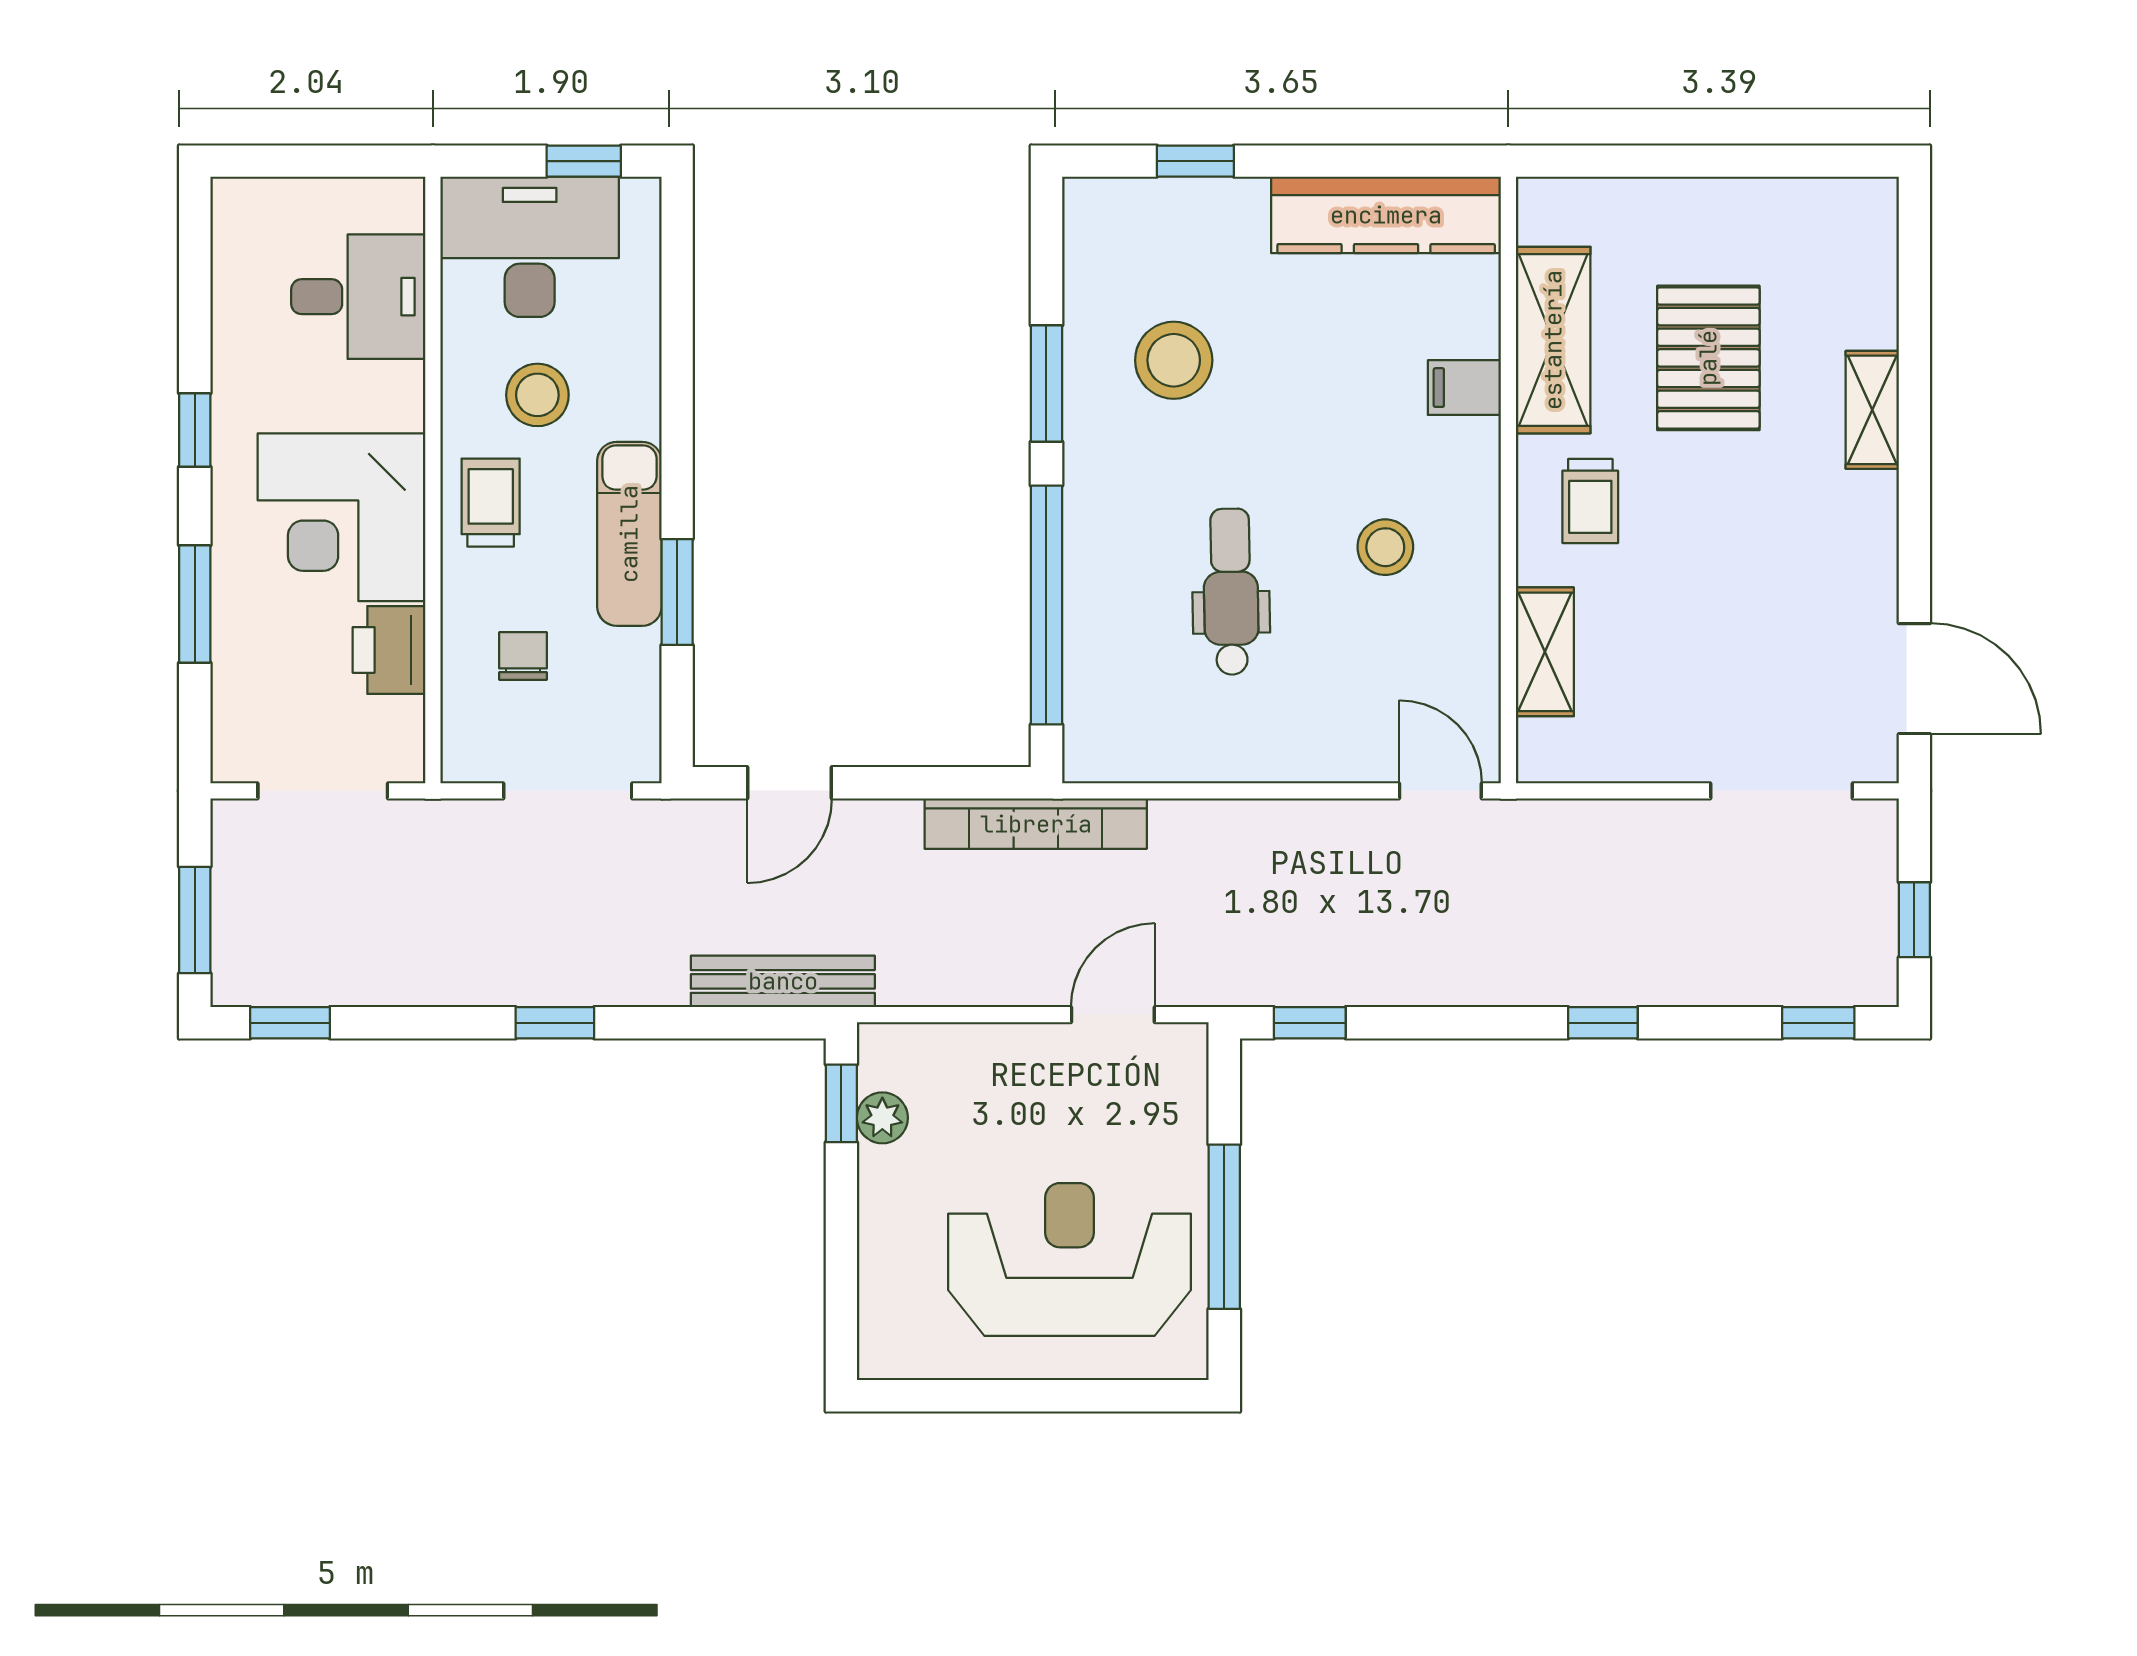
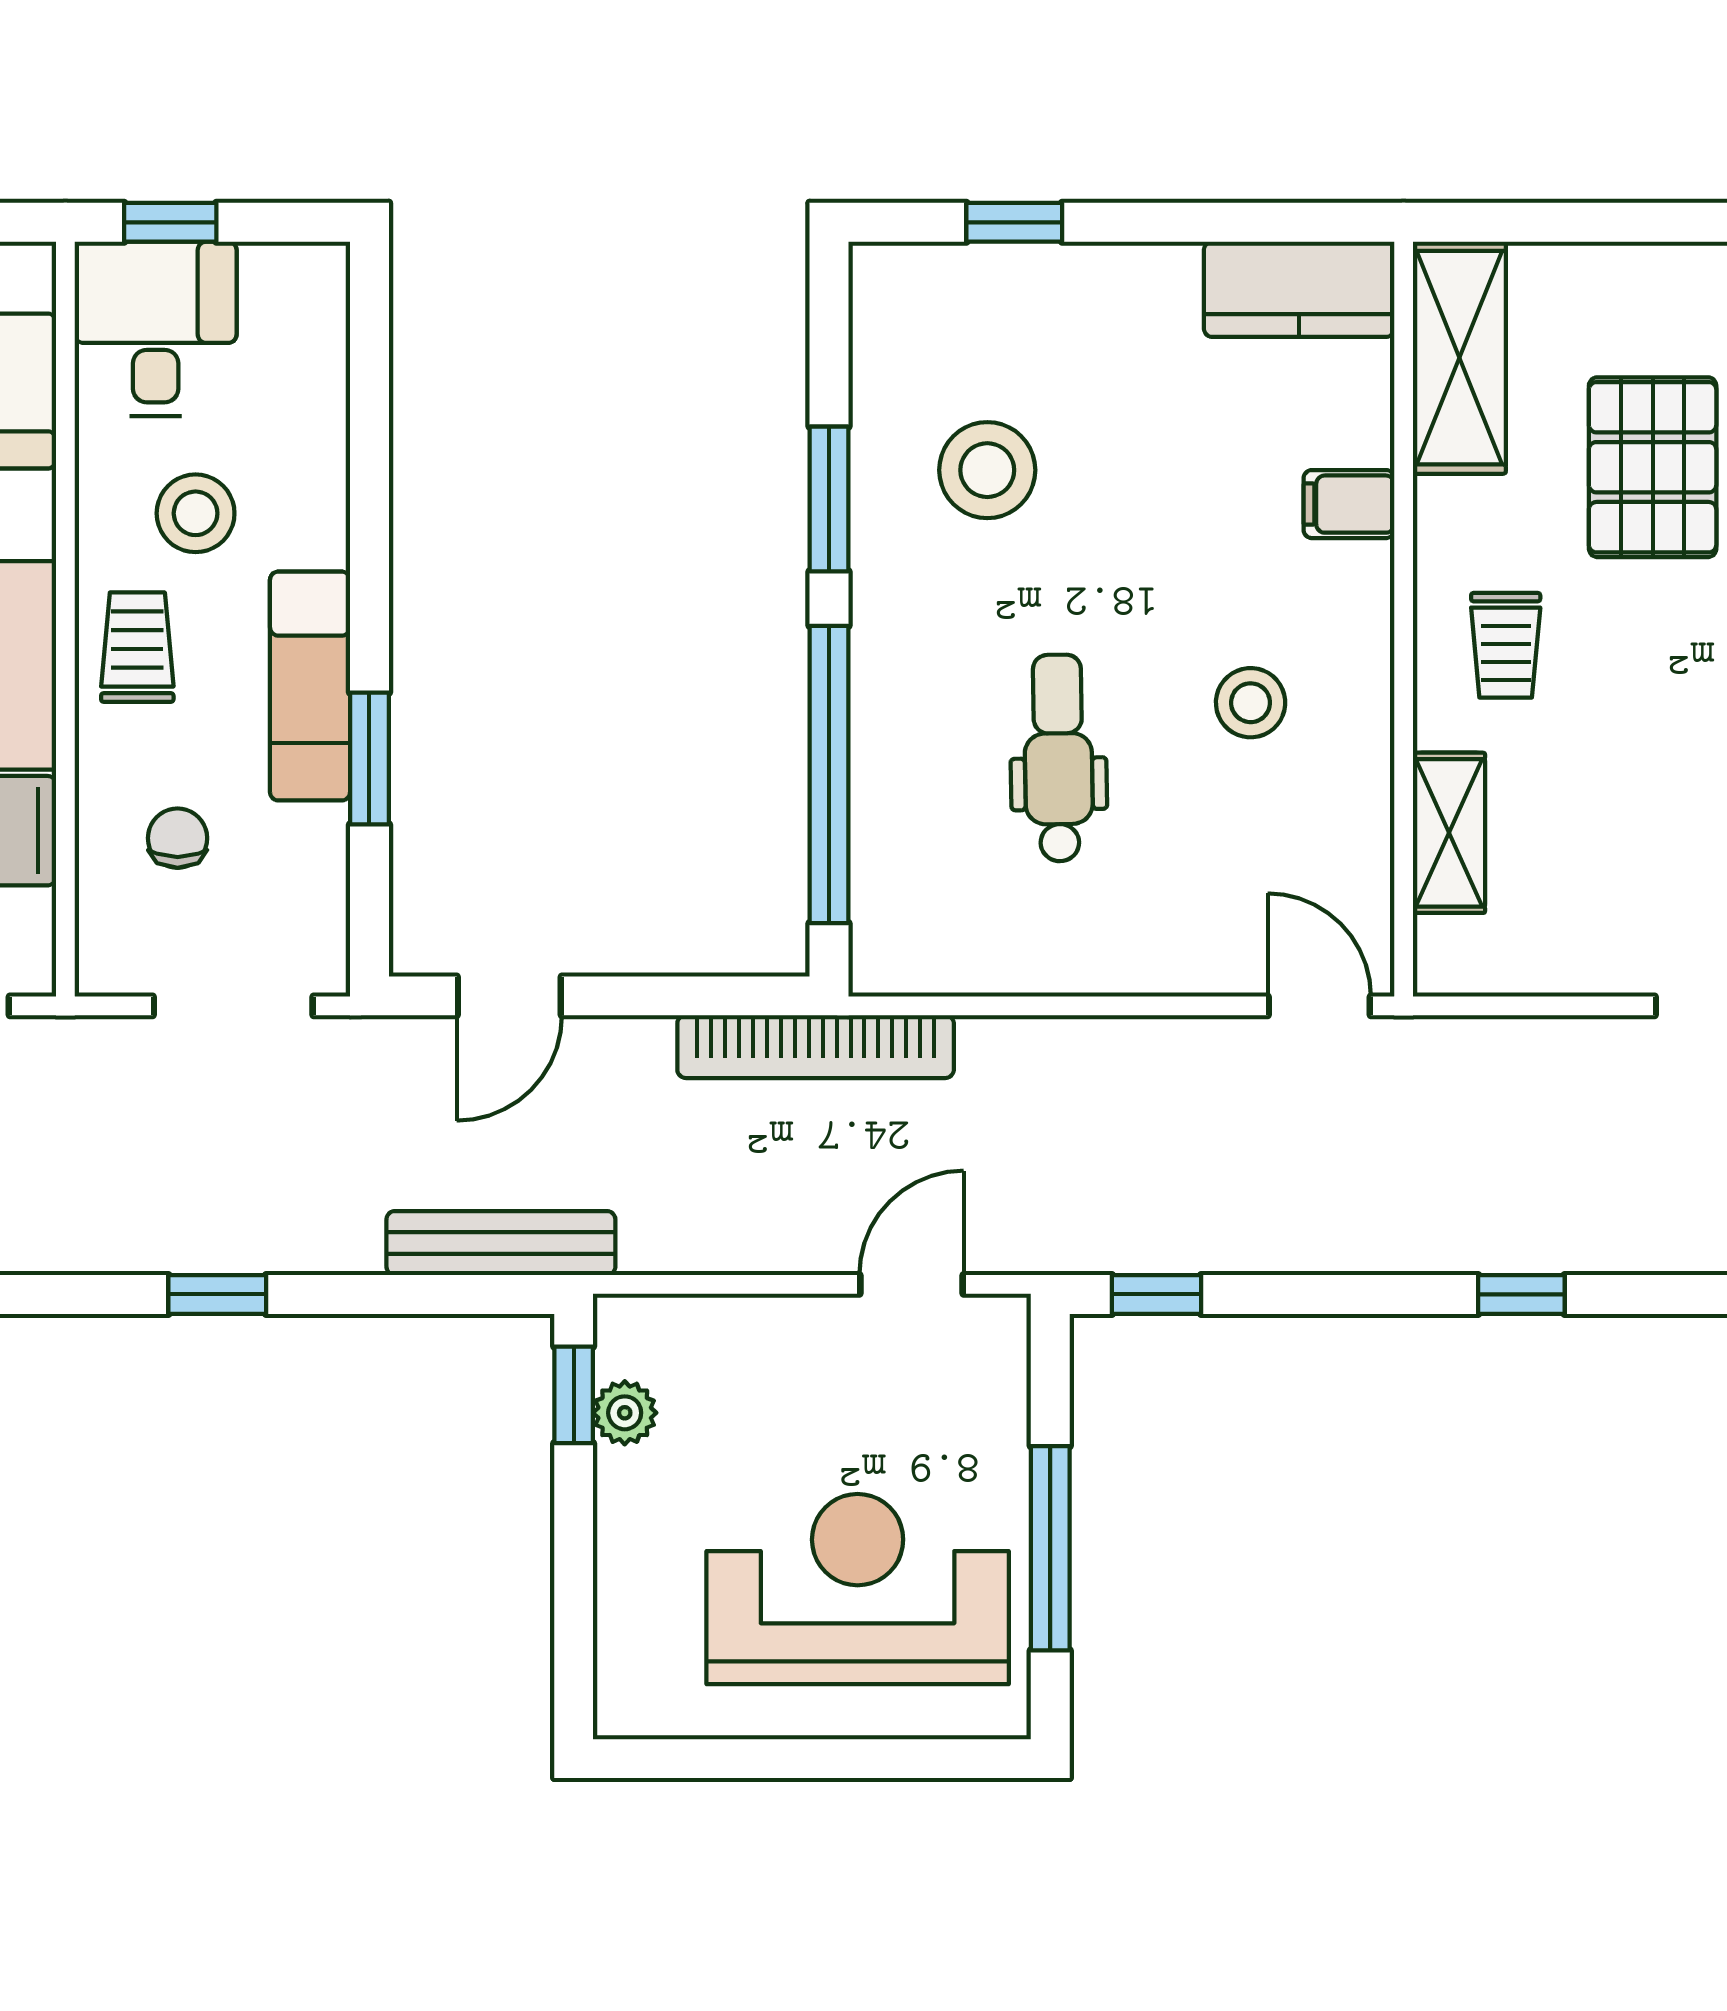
window: (584, 161) -> (170, 222), moved
kitchen counter: (1386, 215) -> (1299, 289), width x0.67
desk: (530, 247) -> (156, 329), width x0.73
shelving: (1553, 340) -> (1459, 358), moved

